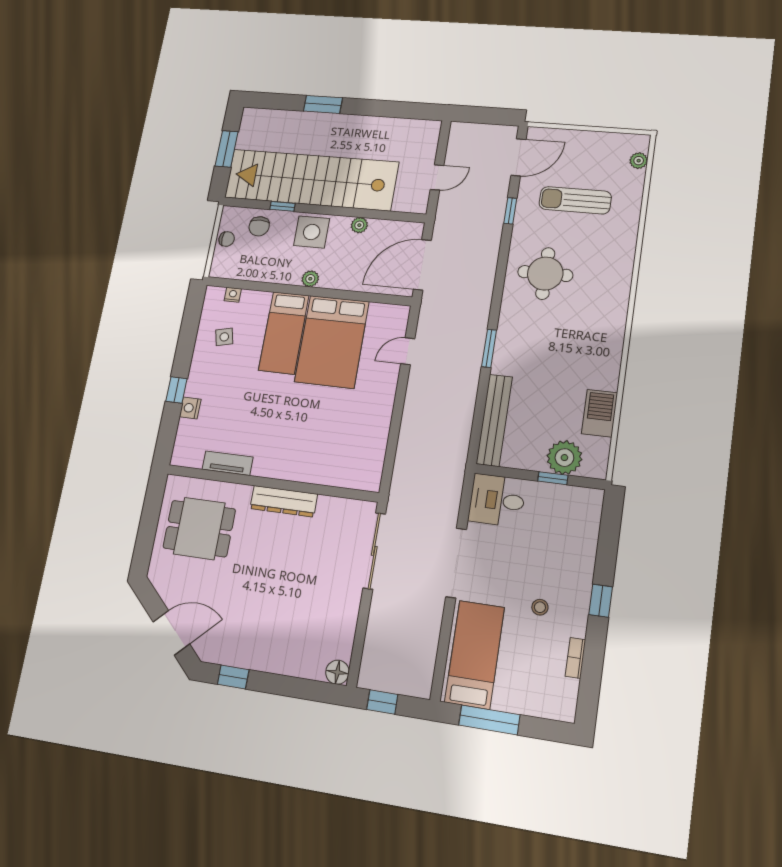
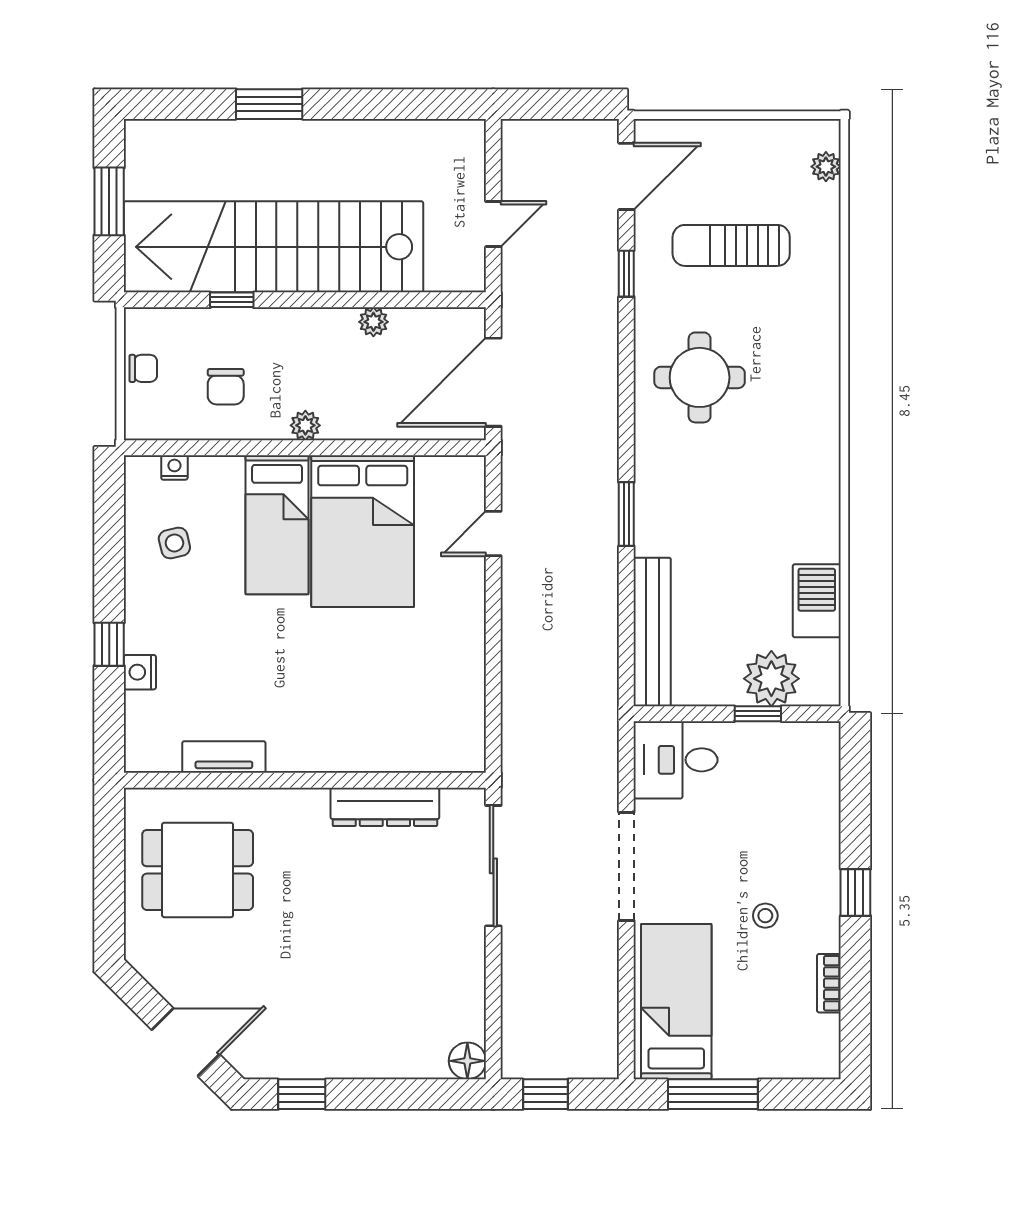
chair: (259, 226) -> (226, 387), moved
side table: (312, 232) -> (292, 342), removed
dresser: (284, 501) -> (385, 807), moved

